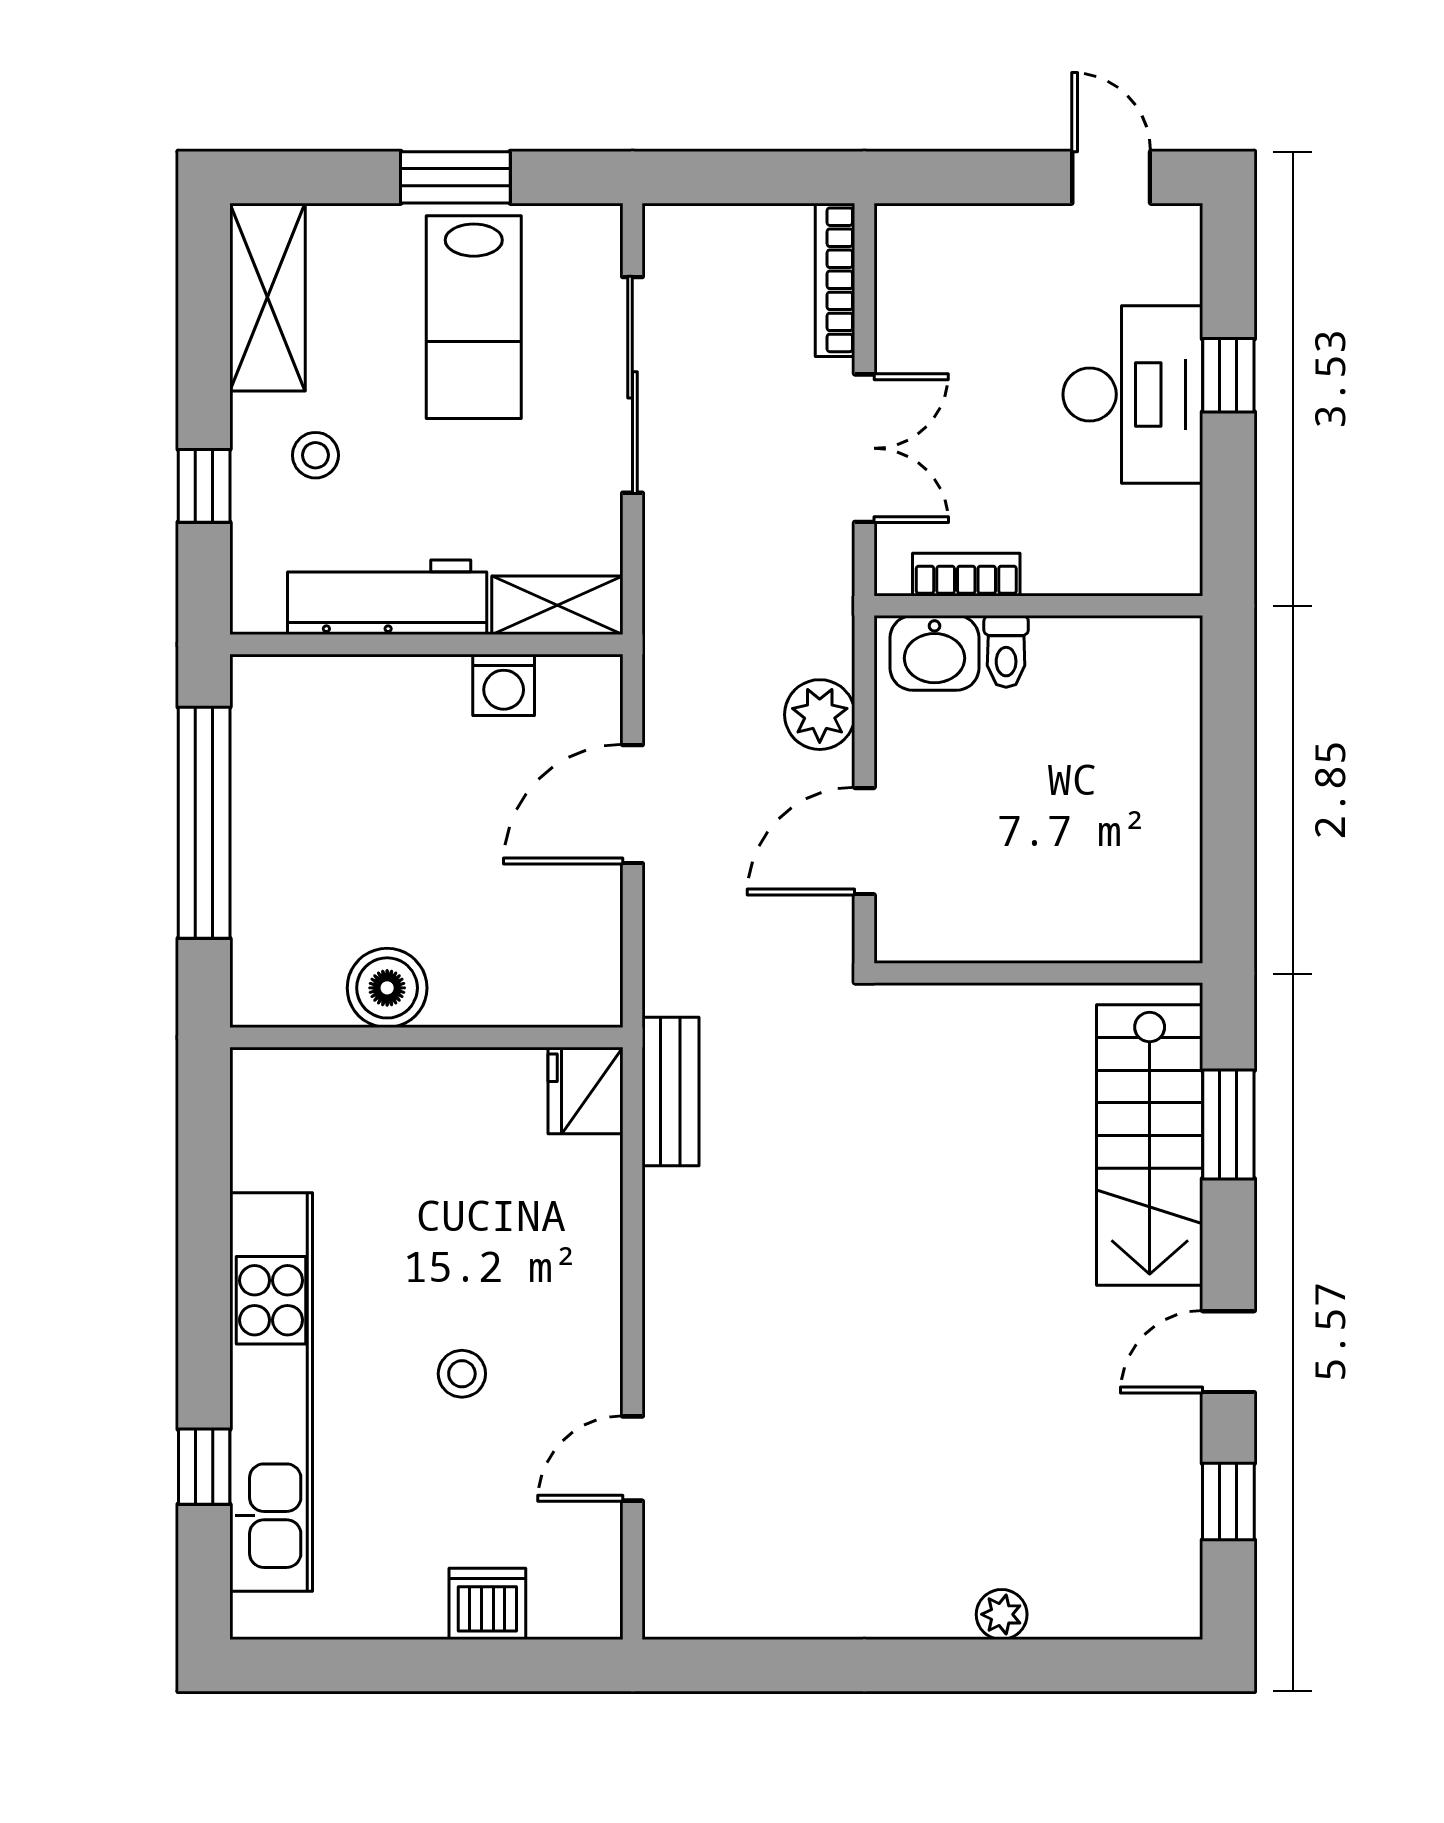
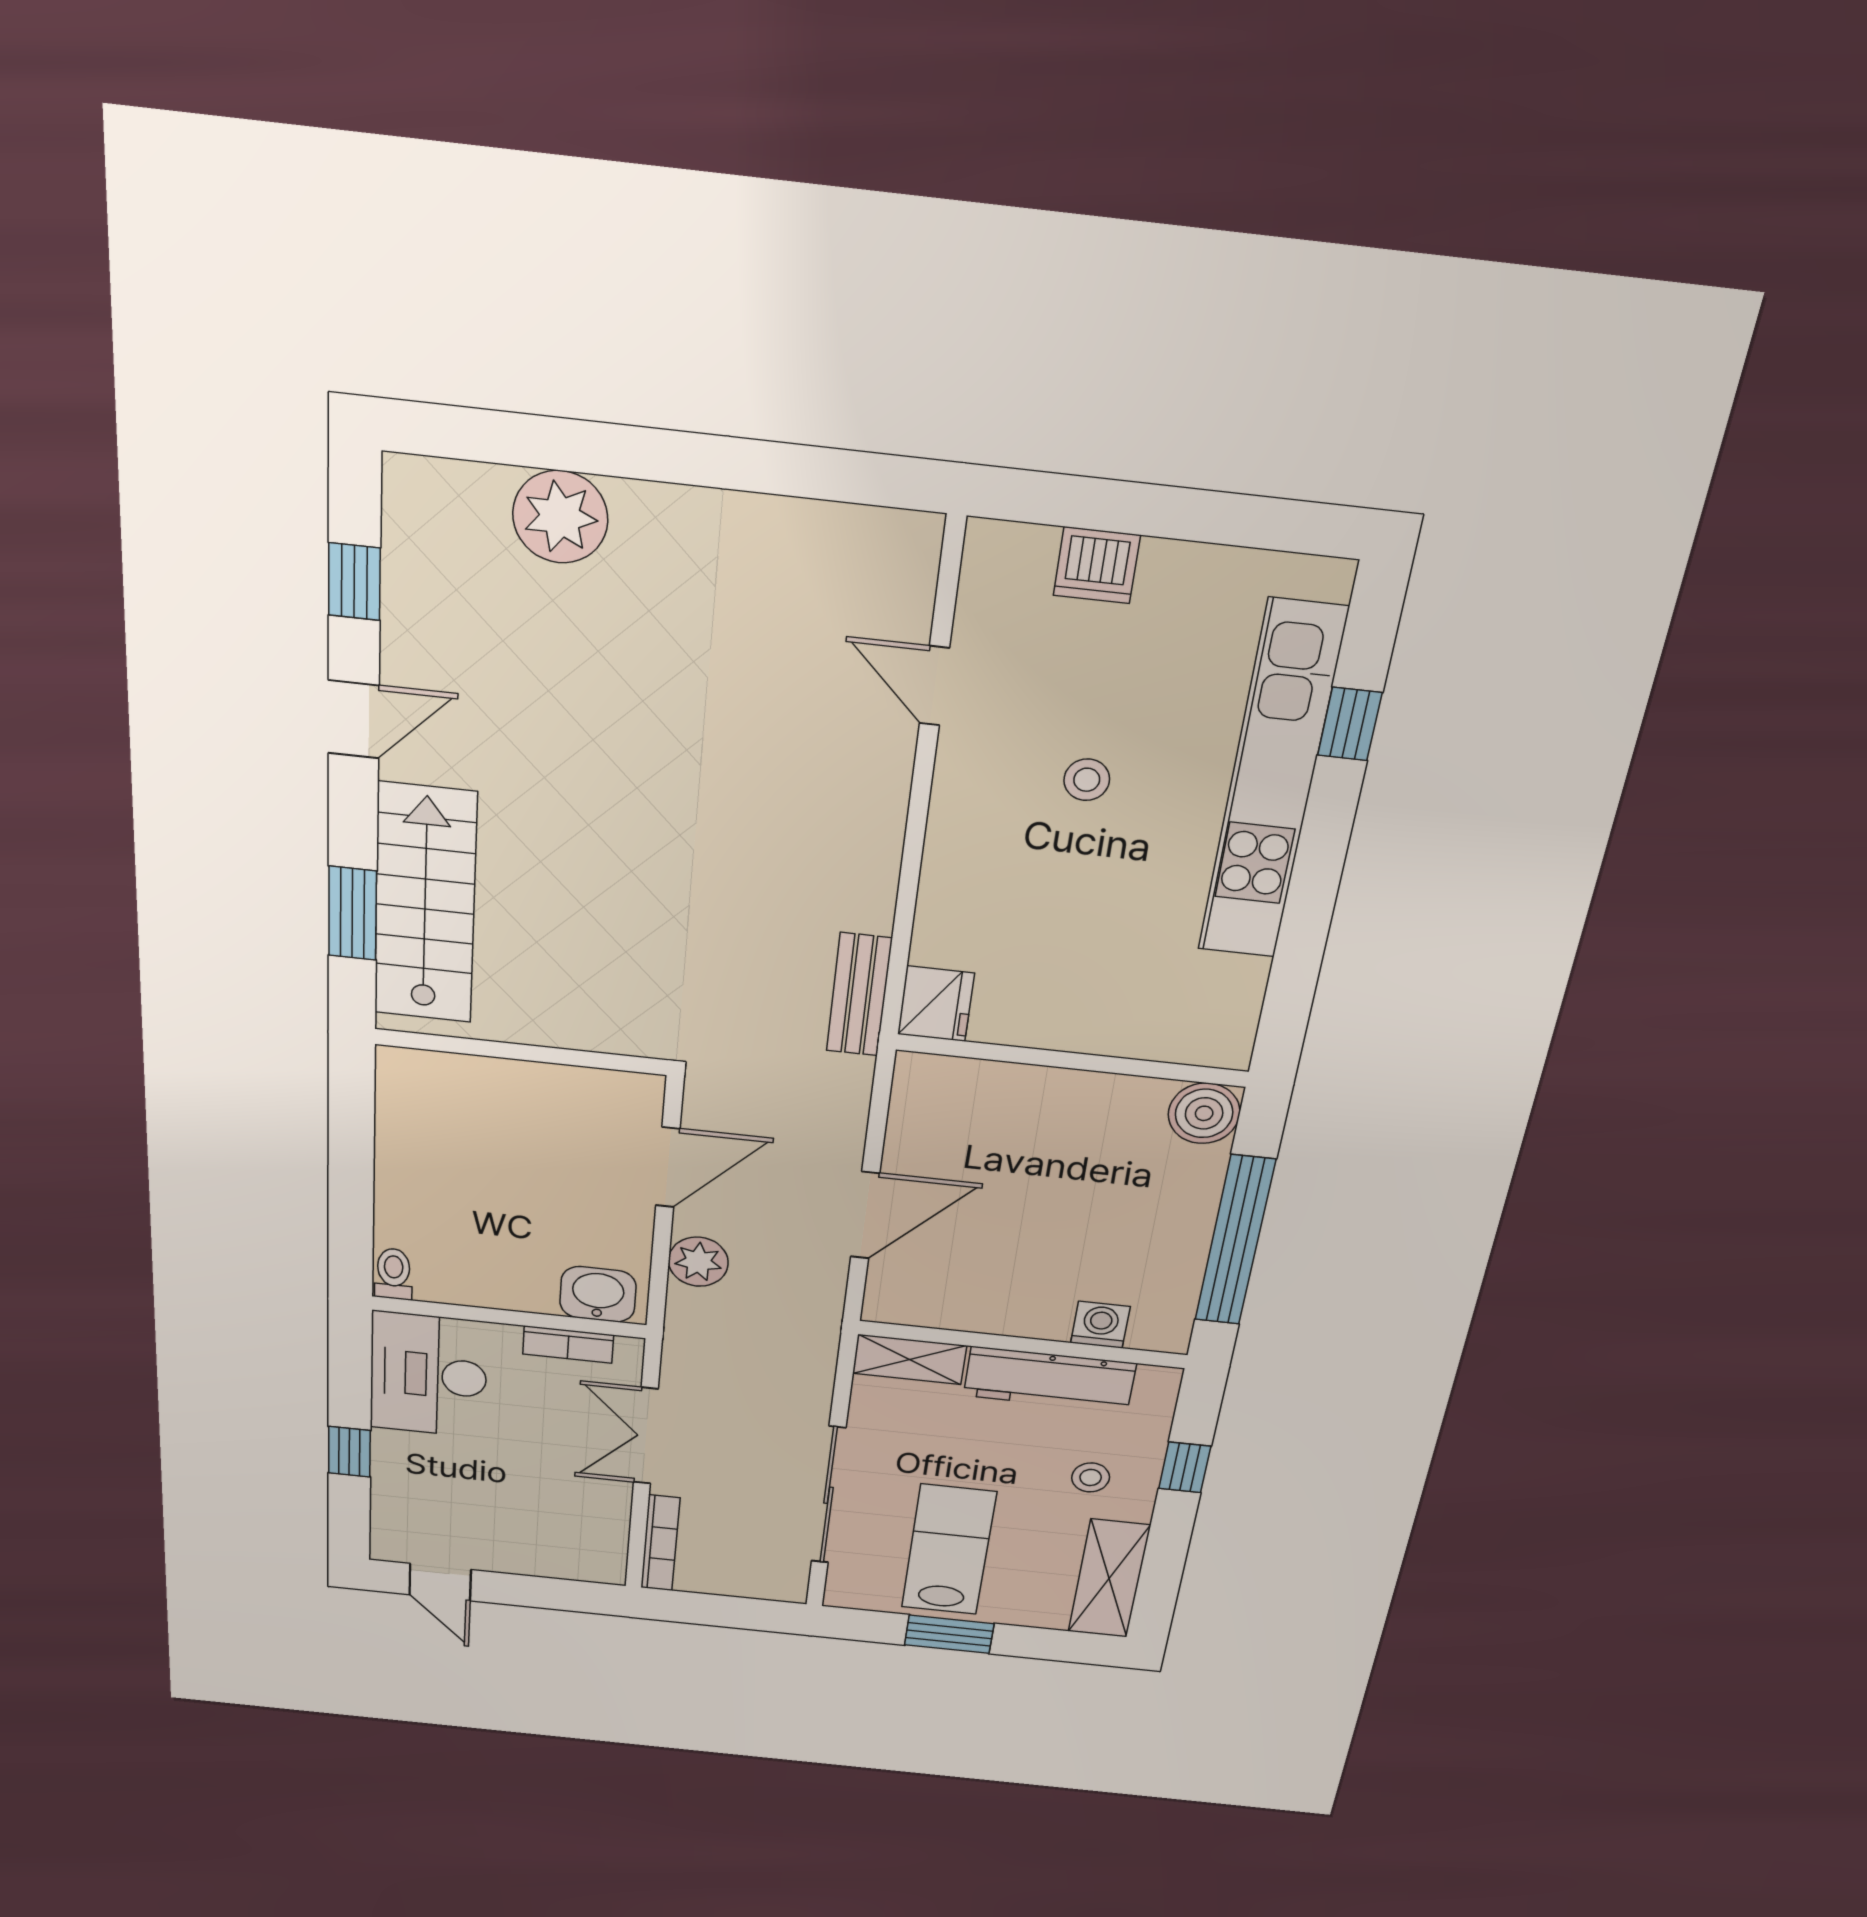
desk: (1133, 394) -> (428, 1375), moved
toilet: (1006, 651) -> (393, 1274), moved
washing machine: (504, 685) -> (1100, 1325), moved
boiler: (387, 988) -> (1204, 1113), moved
door: (632, 1459) -> (934, 686), swing flipped
plant: (1002, 1614) -> (560, 517), width x1.87, depth x1.87

